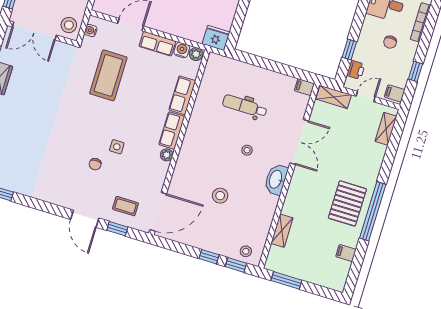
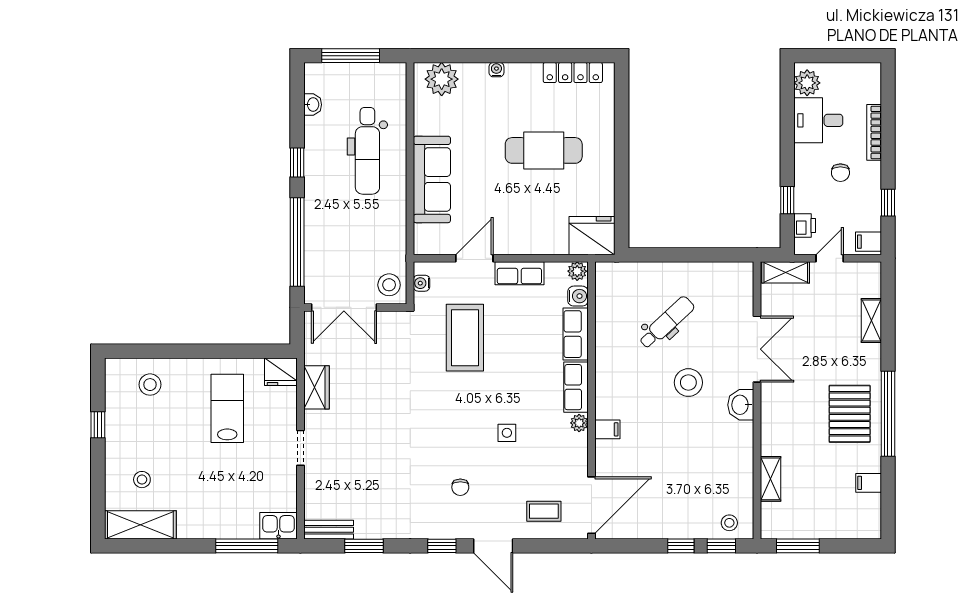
fridge: (216, 38) -> (592, 236), width x1.36, depth x1.34
water cooler: (182, 50) -> (578, 296), moved, turned 90
filing cabinet: (304, 87) -> (607, 429), moved, turned 180
dental chair: (245, 106) -> (667, 323), turned 137
shelving: (386, 129) -> (871, 320), moved
stool: (247, 150) -> (688, 383), width x1.89, depth x1.89
chair: (95, 164) -> (460, 487), moved
washbasin: (276, 179) -> (741, 405), width x0.72
stool: (220, 196) -> (670, 457), removed
window: (117, 229) -> (442, 546), moved

